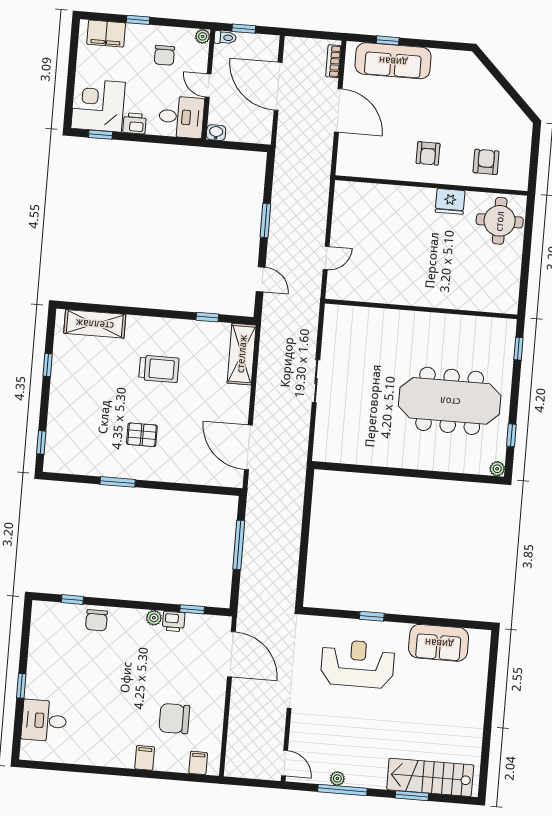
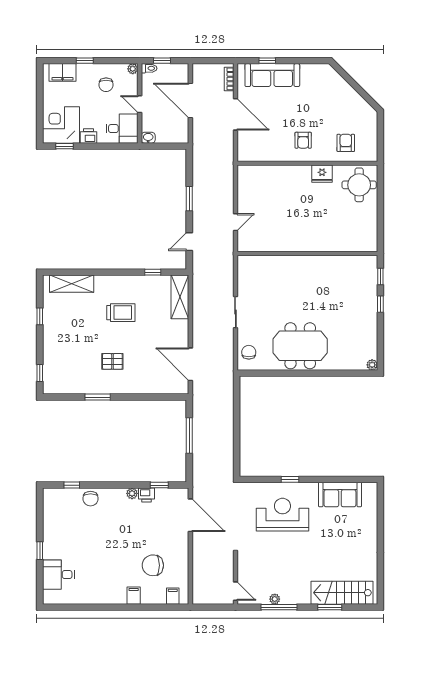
door: (261, 279) -> (189, 242), swing flipped
meeting table: (450, 401) -> (300, 346), moved, width x0.73
window: (511, 435) -> (380, 304), moved
chair: (330, 438) -> (249, 352), added

